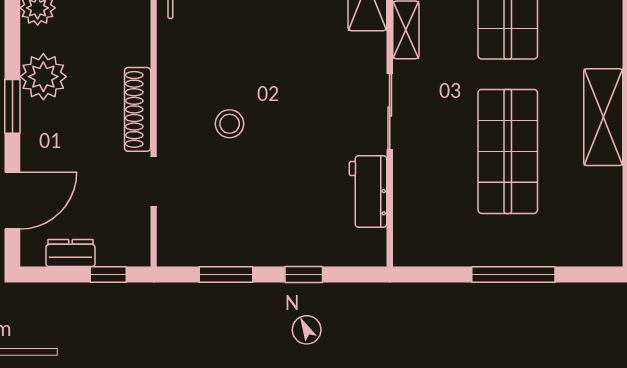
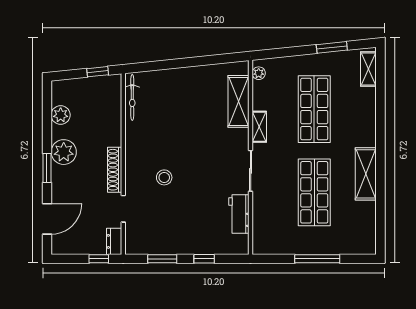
dresser: (70, 253) -> (114, 241), moved, turned -90

